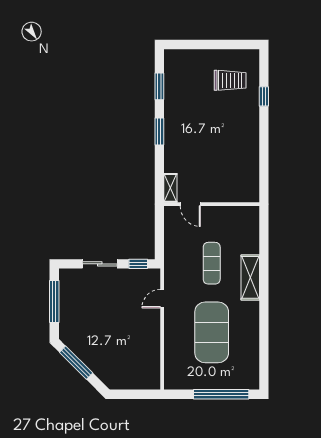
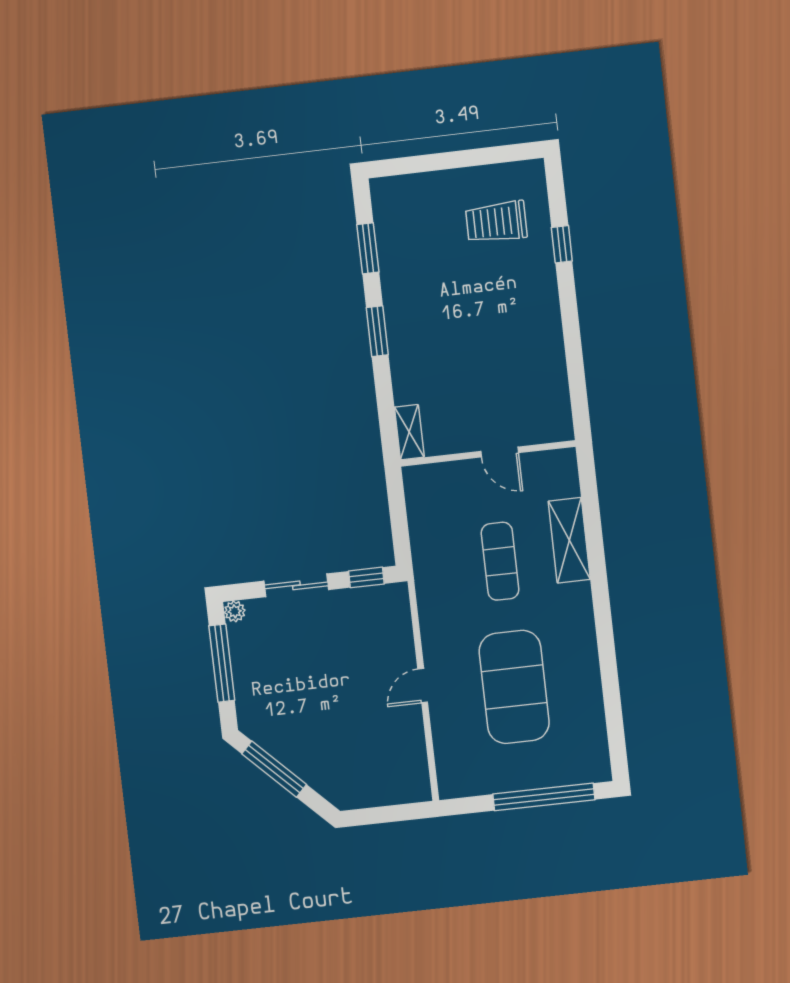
trolley: (230, 80) -> (496, 222), turned 180
door: (190, 204) -> (500, 452), moved
plant: (65, 274) -> (235, 611), added
shelving: (250, 277) -> (569, 540), moved
door: (162, 299) -> (423, 686), moved

